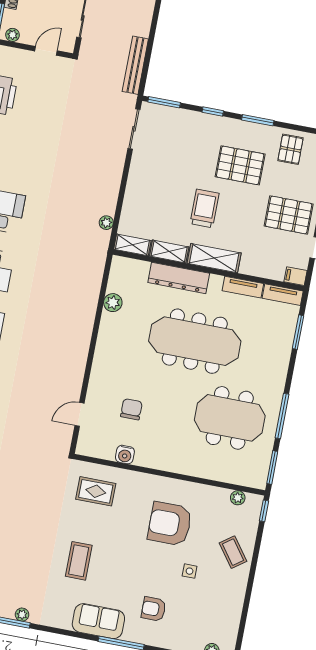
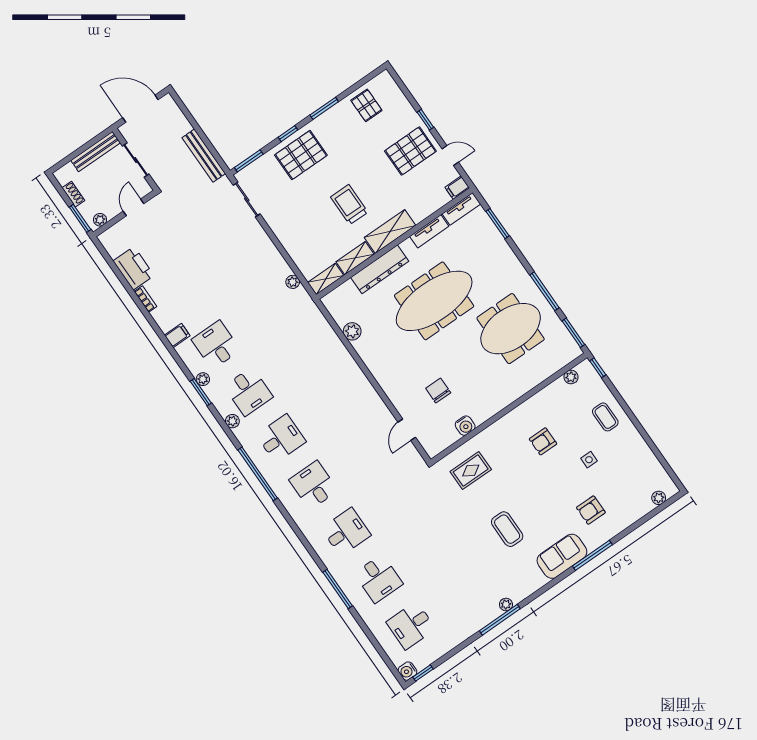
pallet: (240, 165) -> (301, 155), moved
armchair: (170, 524) -> (543, 441), width x0.53, depth x0.53
coffee table: (233, 552) -> (605, 417), turned 36

